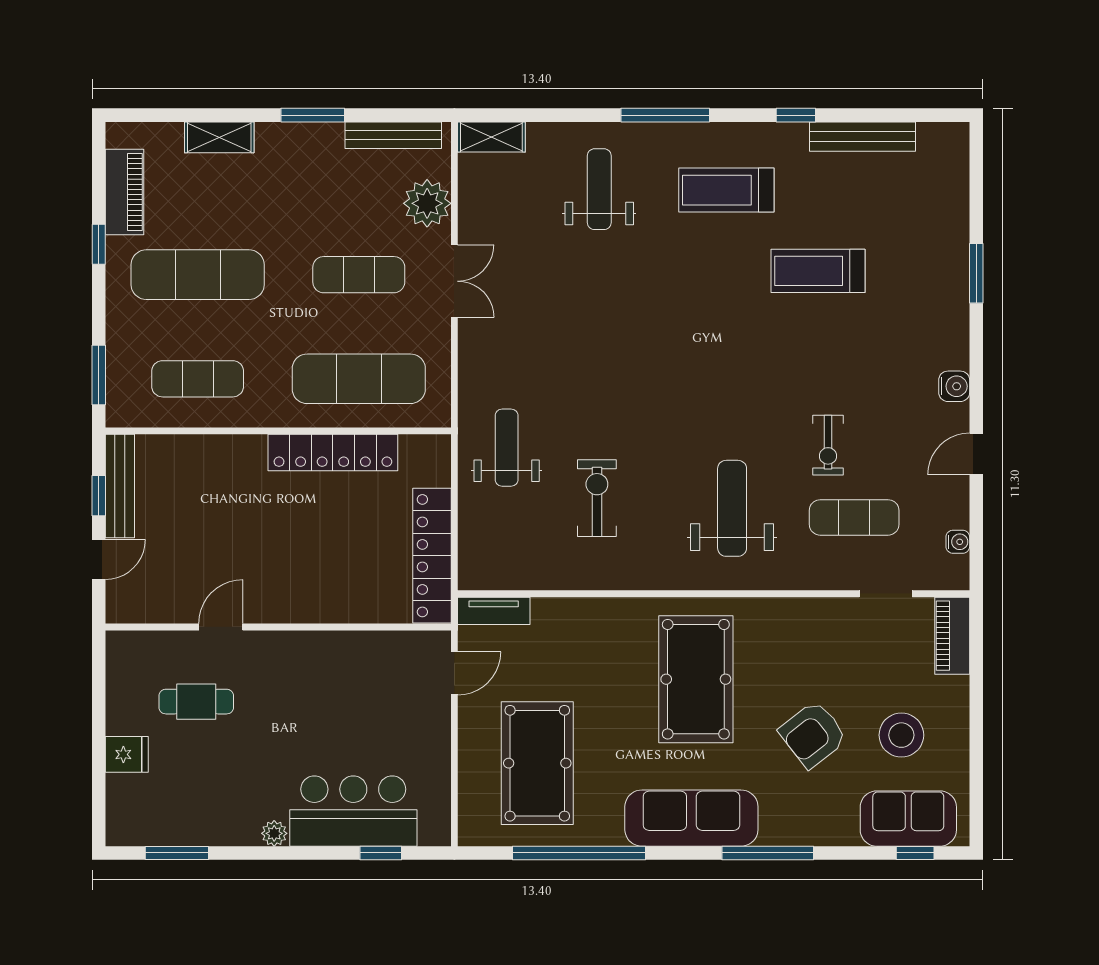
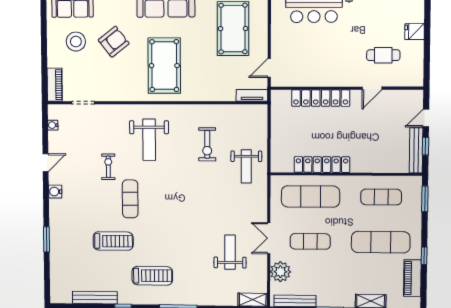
weight bench: (599, 189) -> (230, 252), moved, turned 180
exercise mat: (854, 517) -> (130, 199), moved, turned 90
locker: (432, 556) -> (321, 98), moved, turned 90

